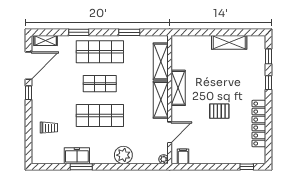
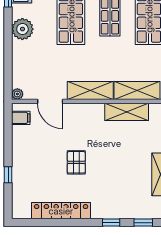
shelving: (178, 88) -> (127, 112), moved
plant: (123, 155) -> (22, 29), moved
window: (247, 167) -> (8, 175), moved

